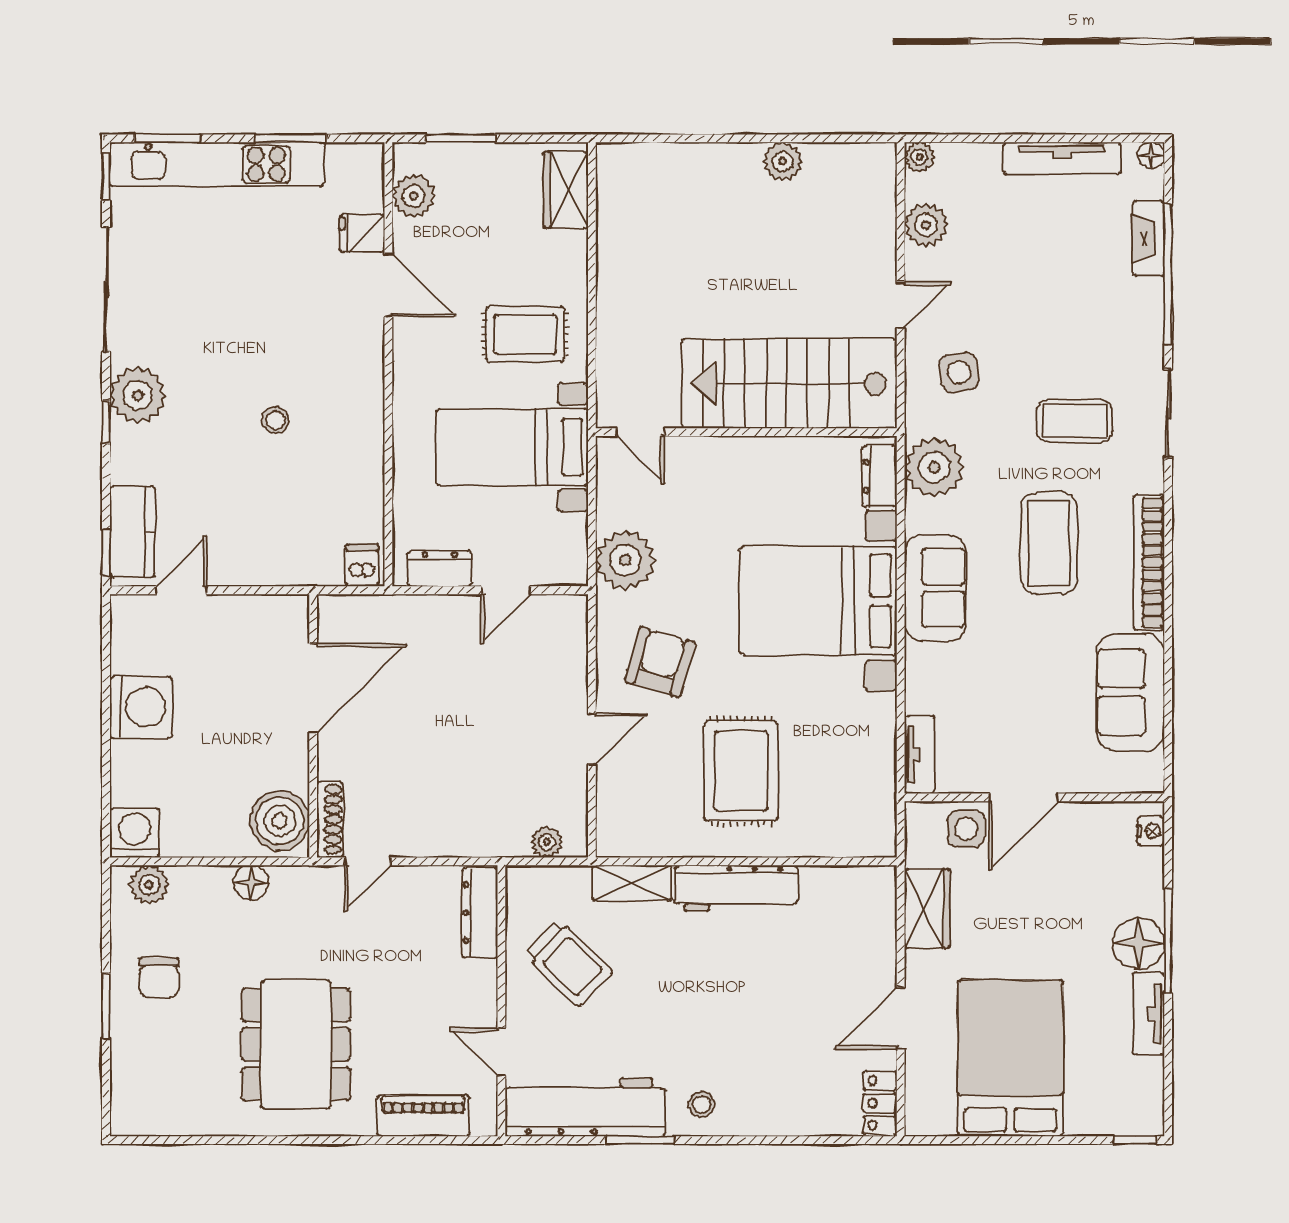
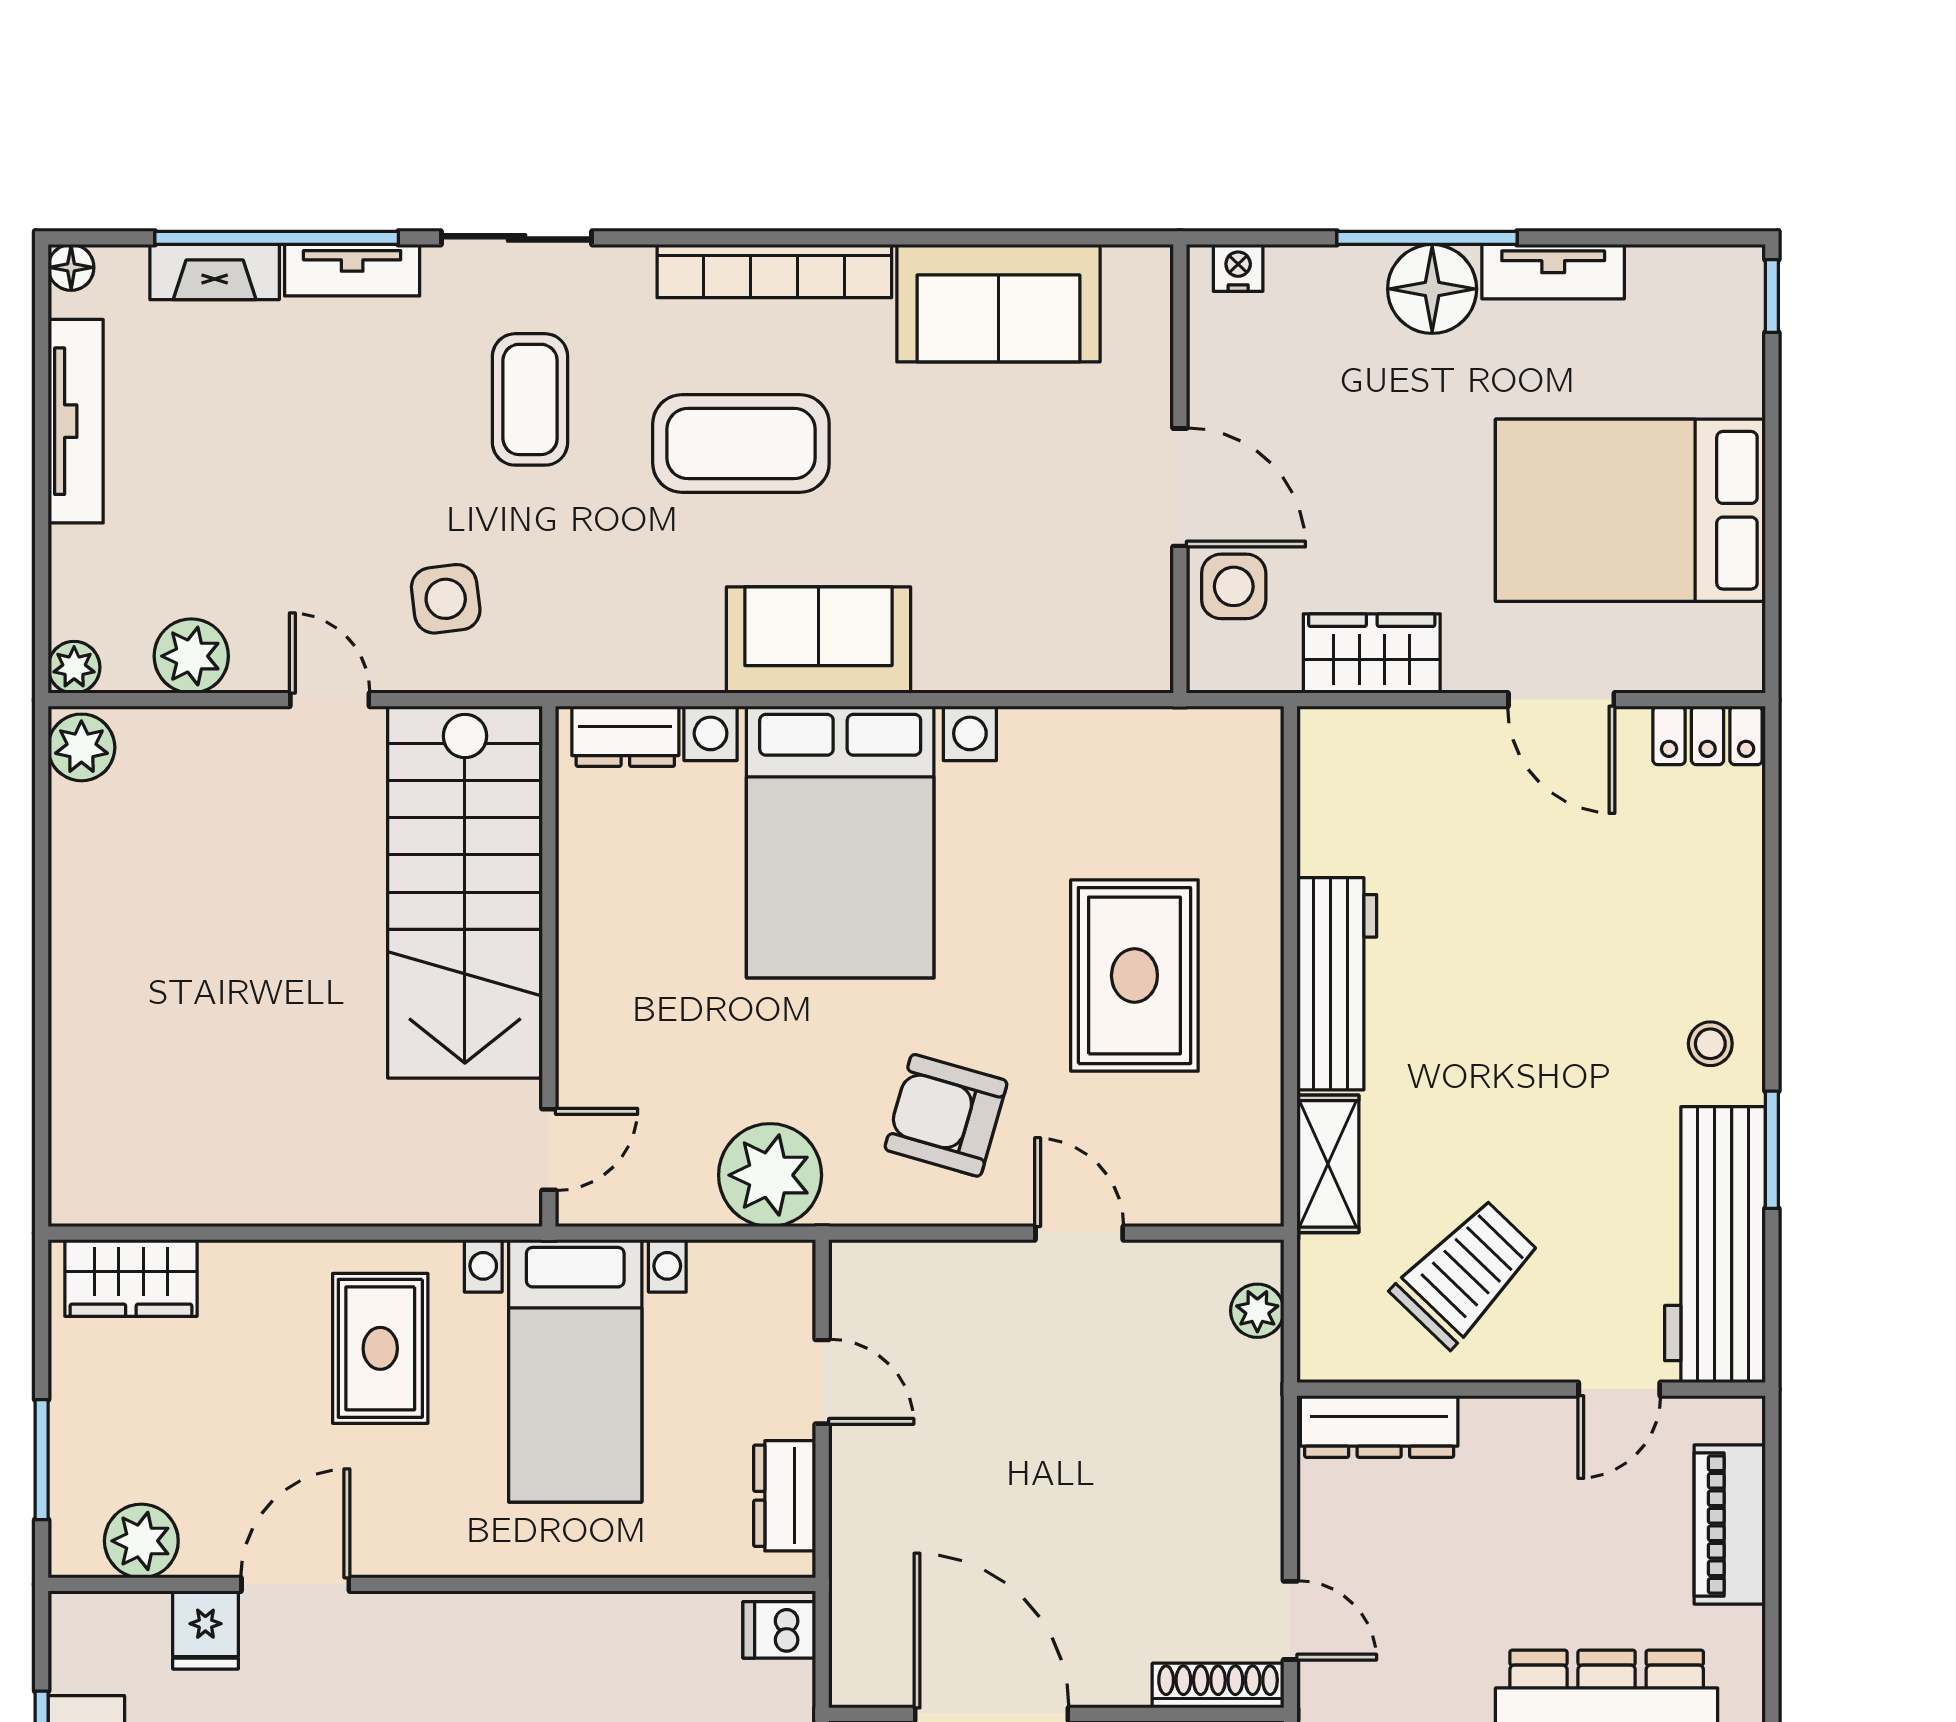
plant: (783, 161) -> (81, 747), moved
plant: (934, 467) -> (610, 642), removed
tv unit: (919, 755) -> (352, 270), moved, turned 180
rug: (741, 771) -> (1134, 976), turned 90

